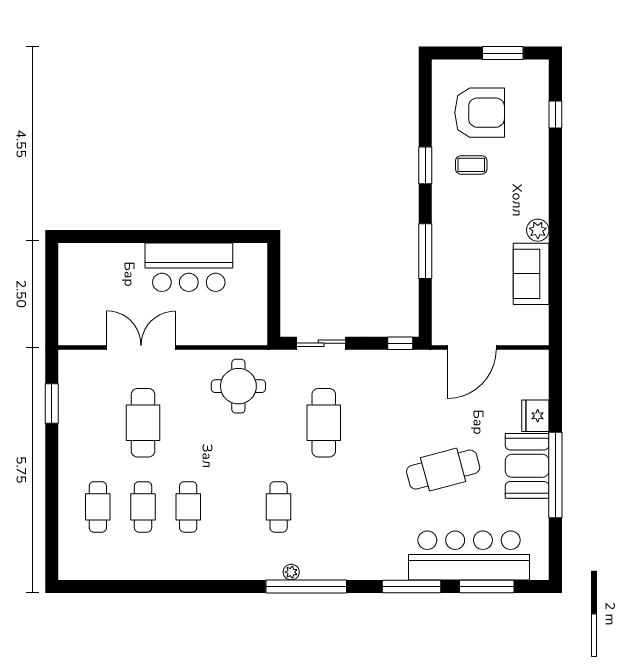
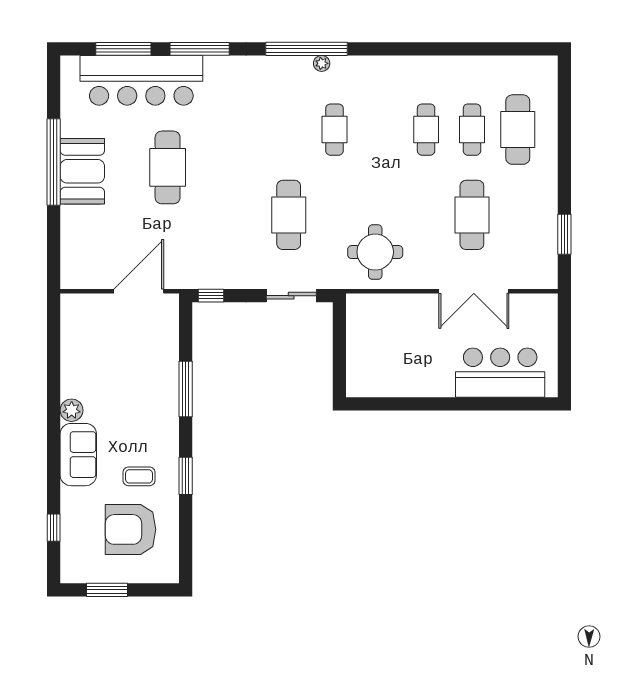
bar counter: (189, 267) -> (500, 373), moved
sofa: (531, 274) -> (78, 455), moved
fridge: (535, 416) -> (74, 222), removed
cafe table: (443, 470) -> (168, 167), turned -75
cafe table: (98, 507) -> (518, 130), width x1.37, depth x1.35

